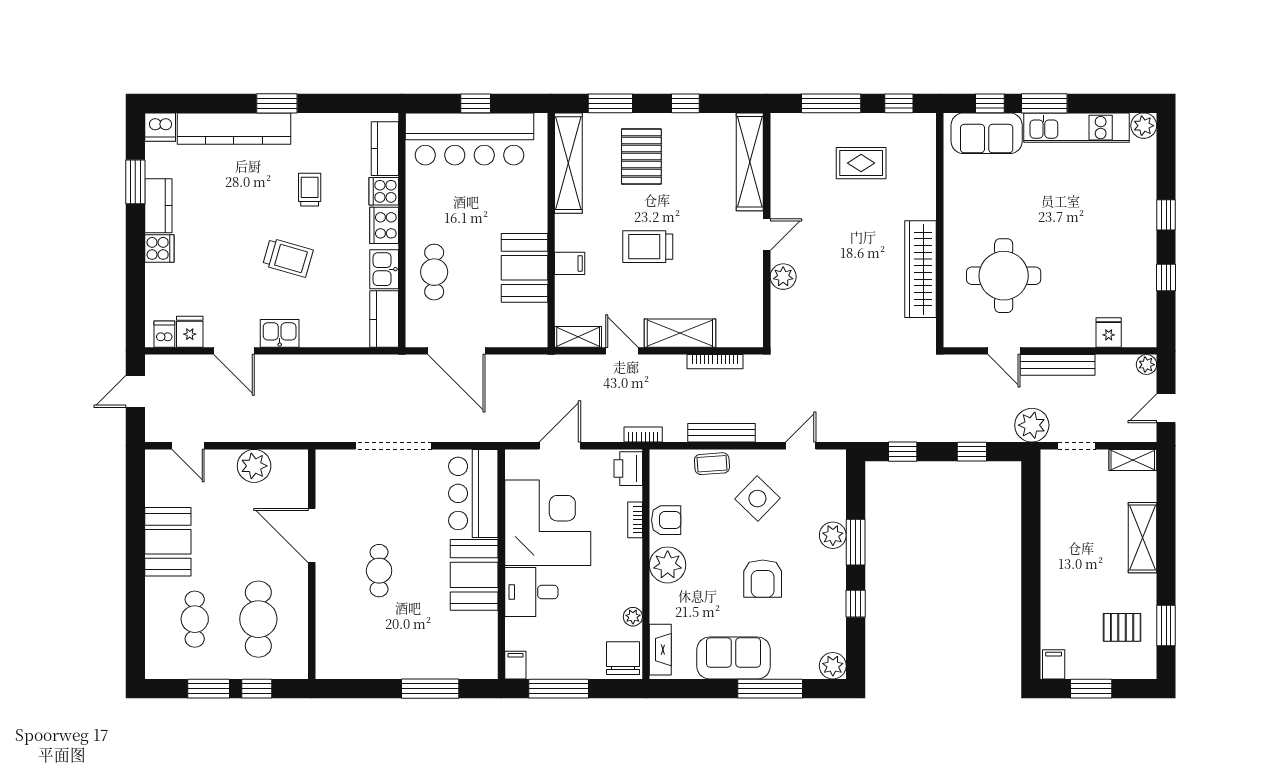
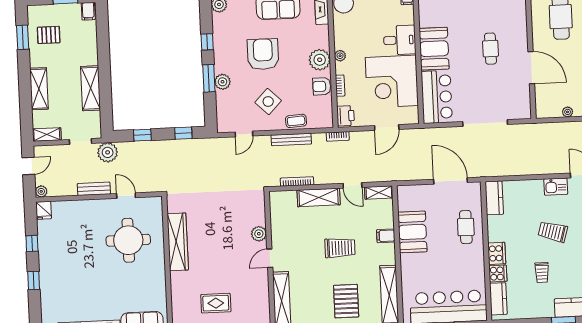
kitchen sink: (384, 269) -> (496, 227), removed
fridge: (1109, 332) -> (44, 210), moved
bench: (1058, 365) -> (94, 189), width x0.73
plant: (254, 466) -> (568, 112), width x0.53, depth x0.53
shelving: (1055, 535) -> (91, 88), added
armchair: (763, 579) -> (263, 54), width x1.36, depth x1.36
plant: (633, 617) -> (340, 56), moved

